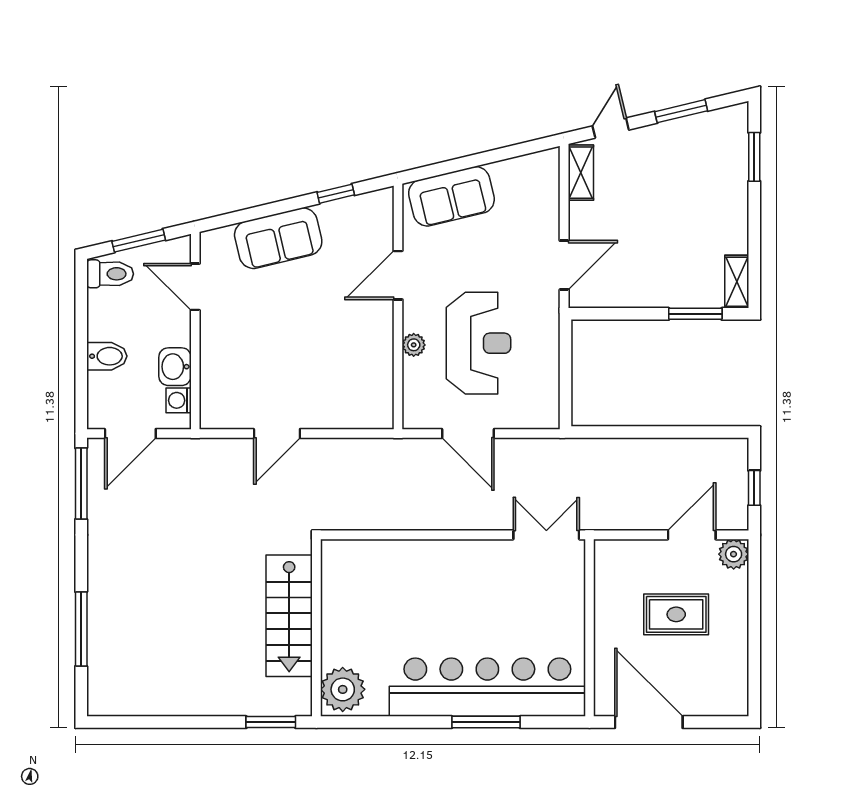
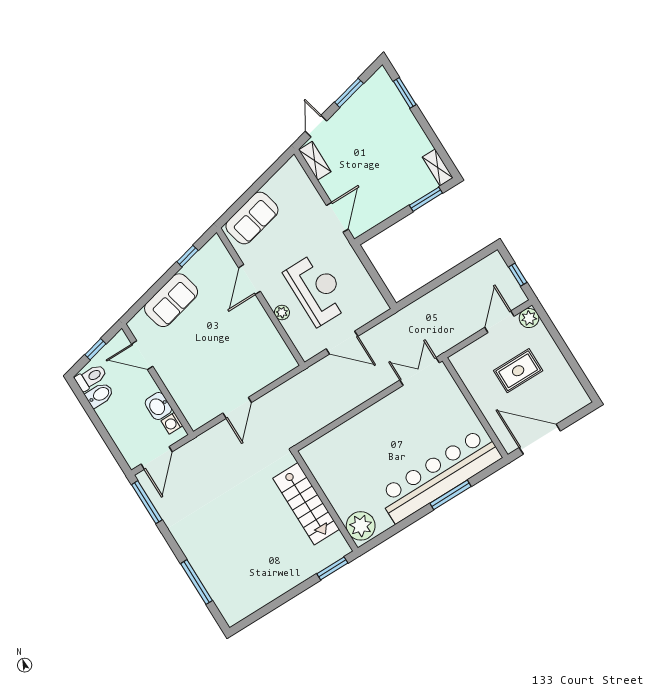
window: (139, 241) -> (95, 349), width x0.67
bidet: (107, 356) -> (100, 395), moved

